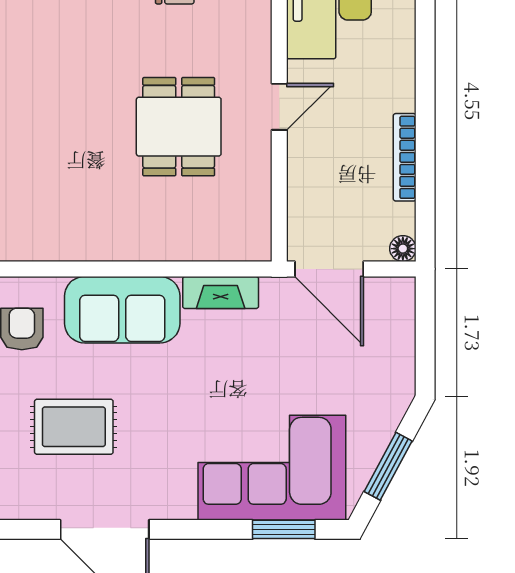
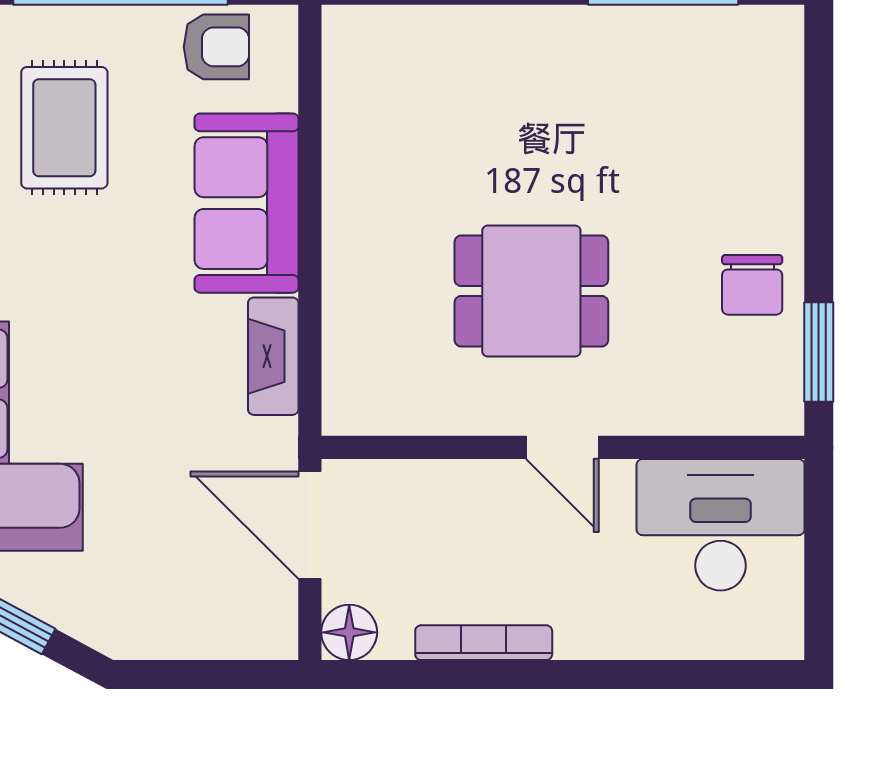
floor lamp: (403, 249) -> (349, 632), width x1.37, depth x1.37
door: (329, 269) -> (310, 525), hinge flipped

